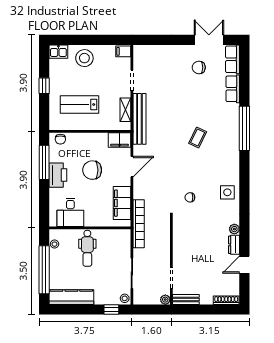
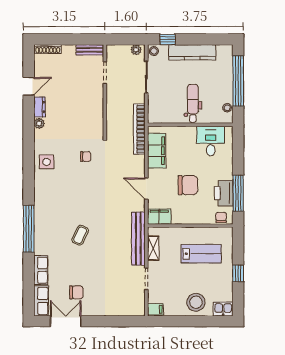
double door: (209, 40) -> (66, 321), swing flipped
coffee table: (198, 138) -> (80, 235), moved
door: (132, 167) -> (146, 189), hinge flipped
printer: (58, 175) -> (224, 193), moved
kitchen counter: (71, 297) -> (192, 52), moved
plant: (165, 300) -> (136, 50), moved

